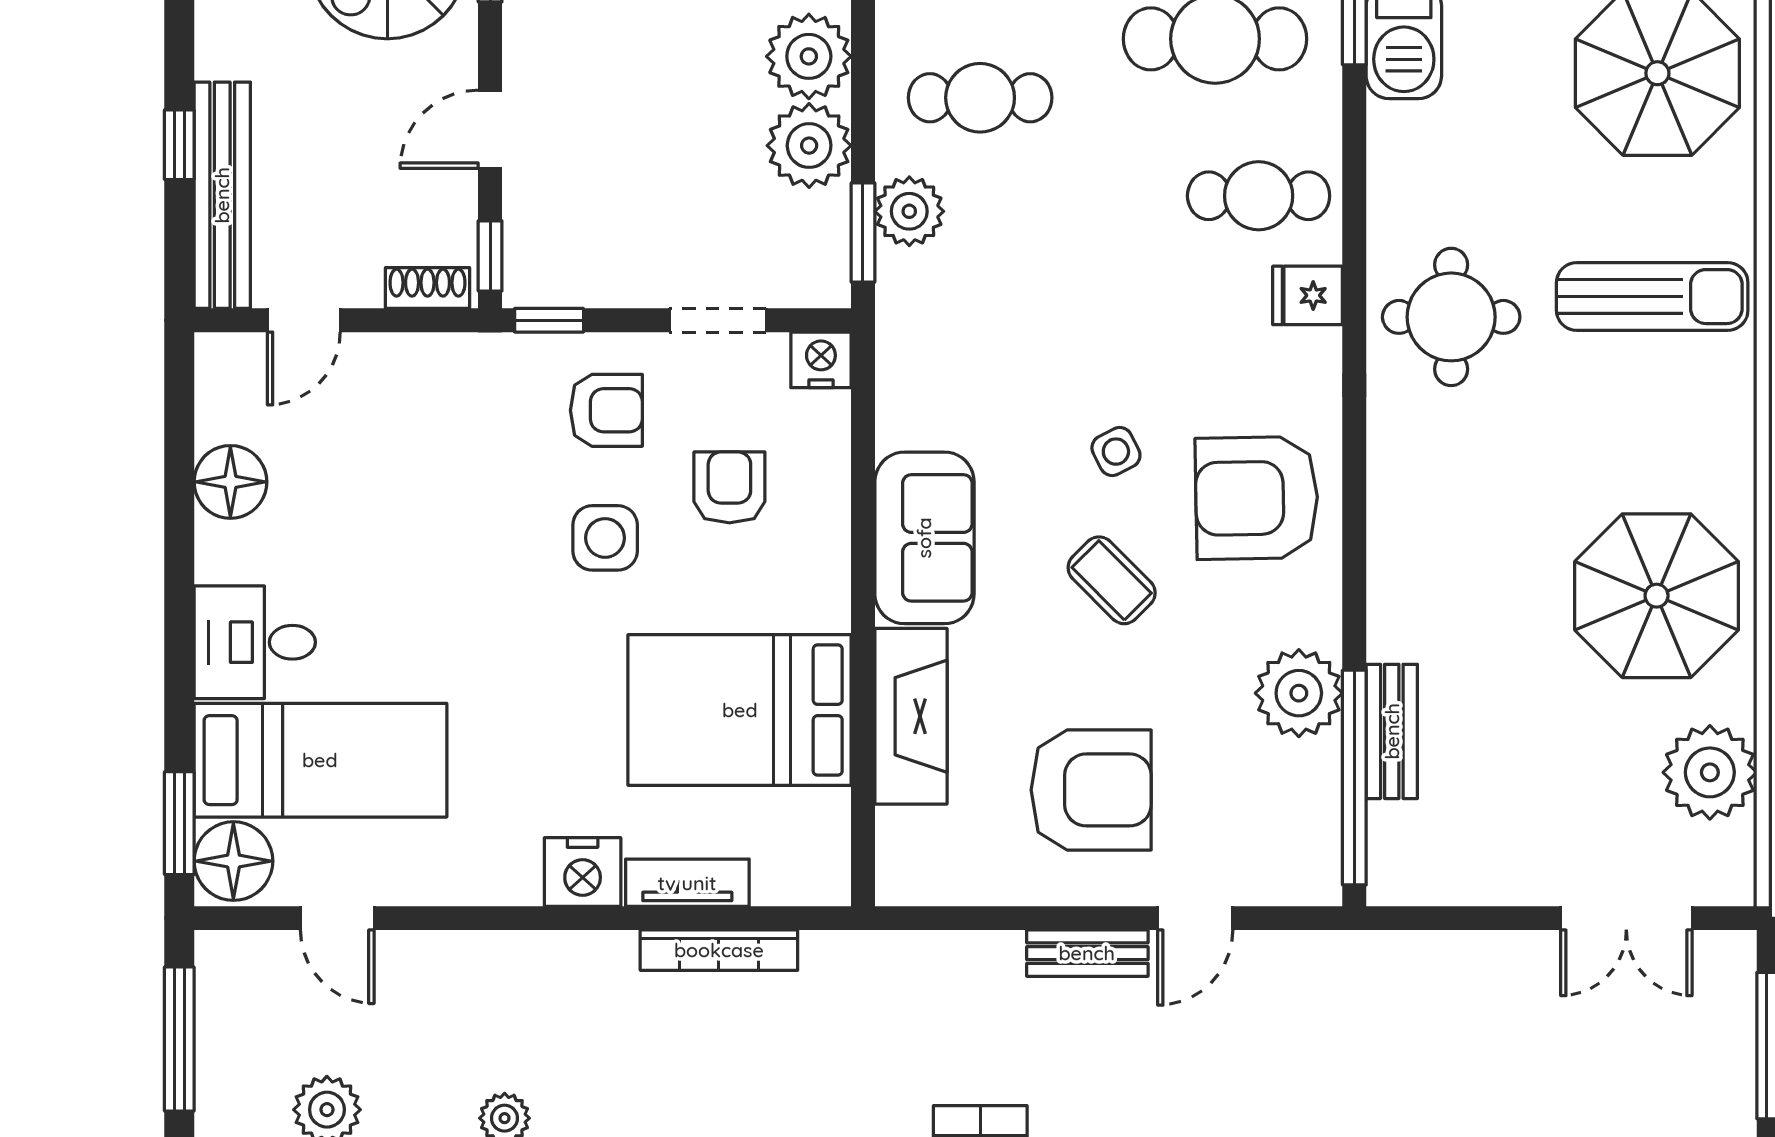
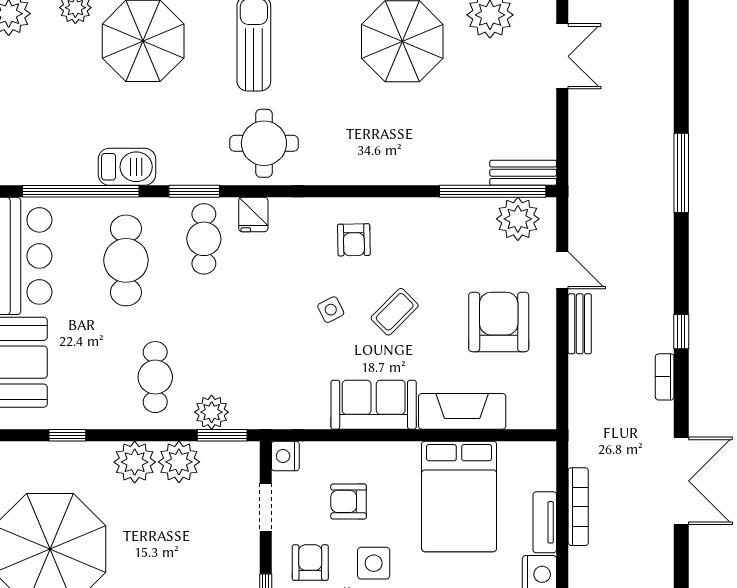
window: (1354, 176) -> (194, 191), added
armchair: (1257, 498) -> (354, 240), width x0.53, depth x0.53
plant: (1299, 693) -> (518, 219), moved
bench: (1392, 731) -> (523, 173), moved

